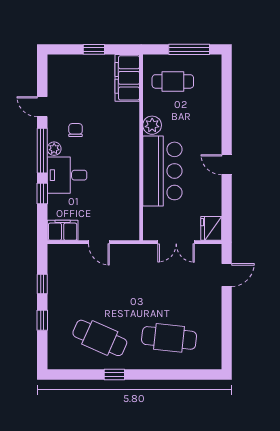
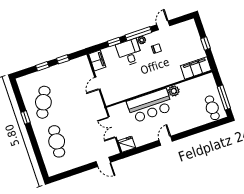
cafe table: (173, 81) -> (212, 108), moved

